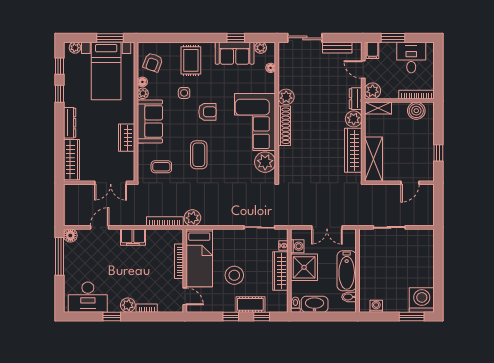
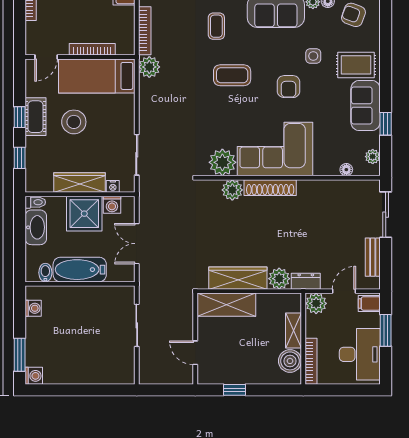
sofa: (235, 53) -> (366, 105), moved
desk: (411, 58) -> (360, 354), width x1.37
plant: (286, 97) -> (232, 190), moved
shelving: (378, 108) -> (293, 330), moved
washing machine: (422, 300) -> (34, 376), width x0.53, depth x0.53
cot: (250, 304) -> (35, 117), moved

